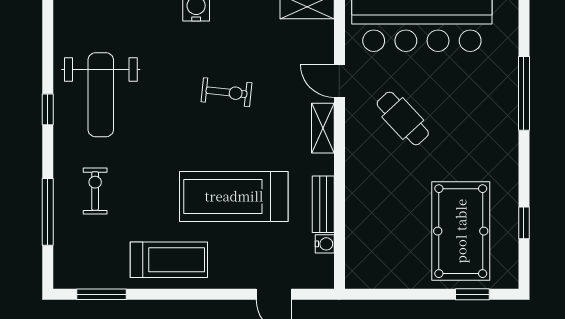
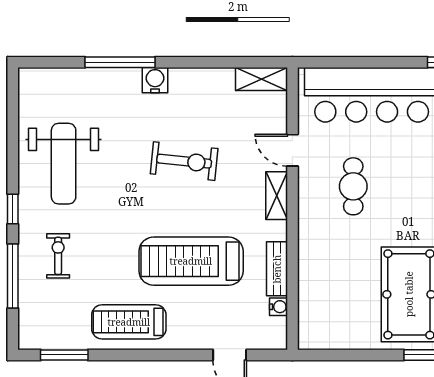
exercise bike: (226, 92) -> (184, 161), width x1.38, depth x1.39
window: (48, 109) -> (13, 209), moved
cafe table: (403, 118) -> (353, 186), turned 43
treadmill: (169, 260) -> (129, 322), turned 180

